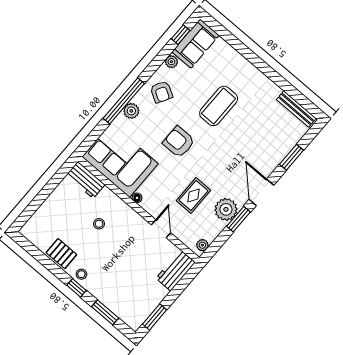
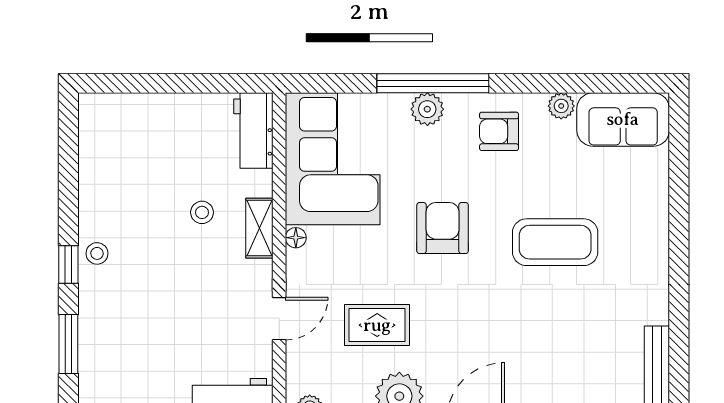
window: (181, 35) -> (617, 83), removed
armchair: (161, 92) -> (499, 131), turned 60
shelving: (122, 208) -> (259, 228), added
pallet: (61, 254) -> (103, 193), removed

